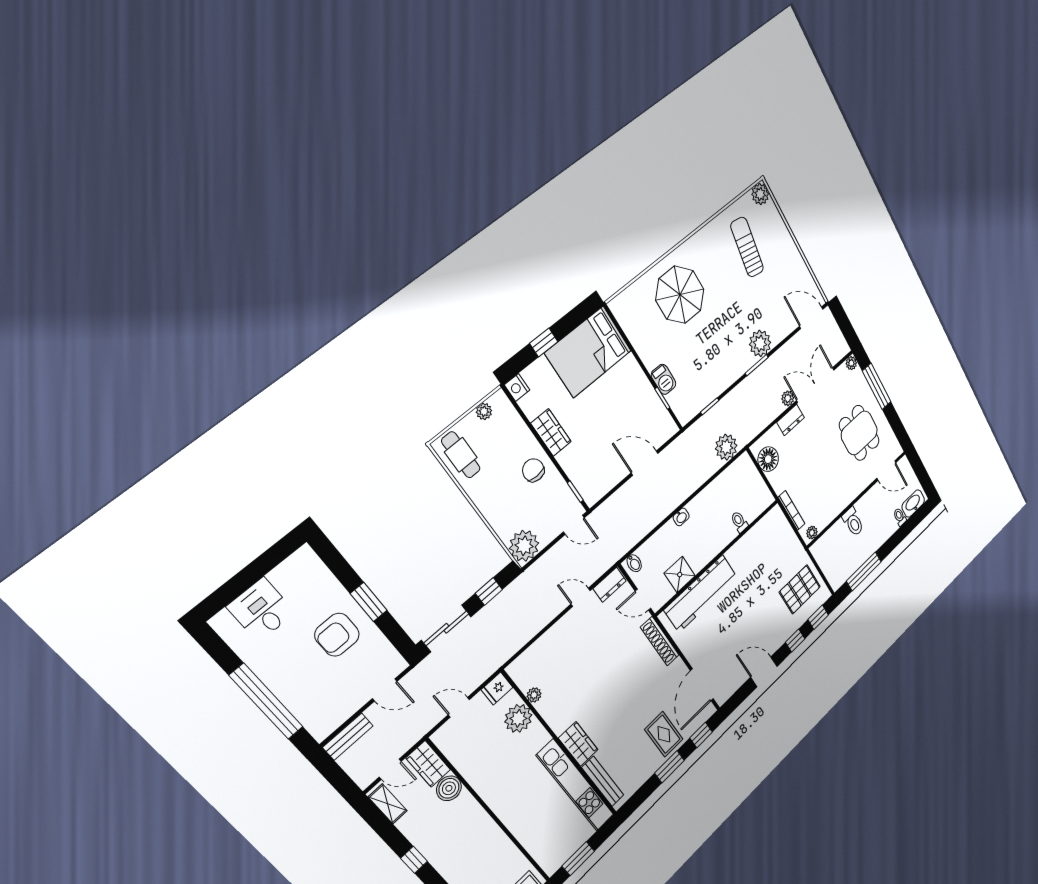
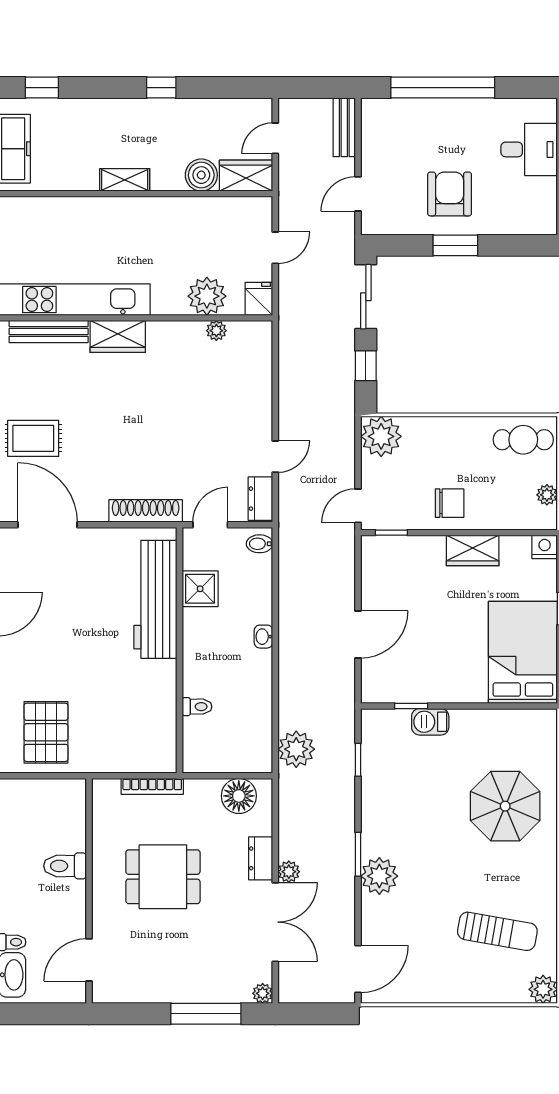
dining table: (859, 433) -> (163, 877), moved
plant: (812, 533) -> (102, 797), removed
shelving: (388, 804) -> (125, 180), moved

